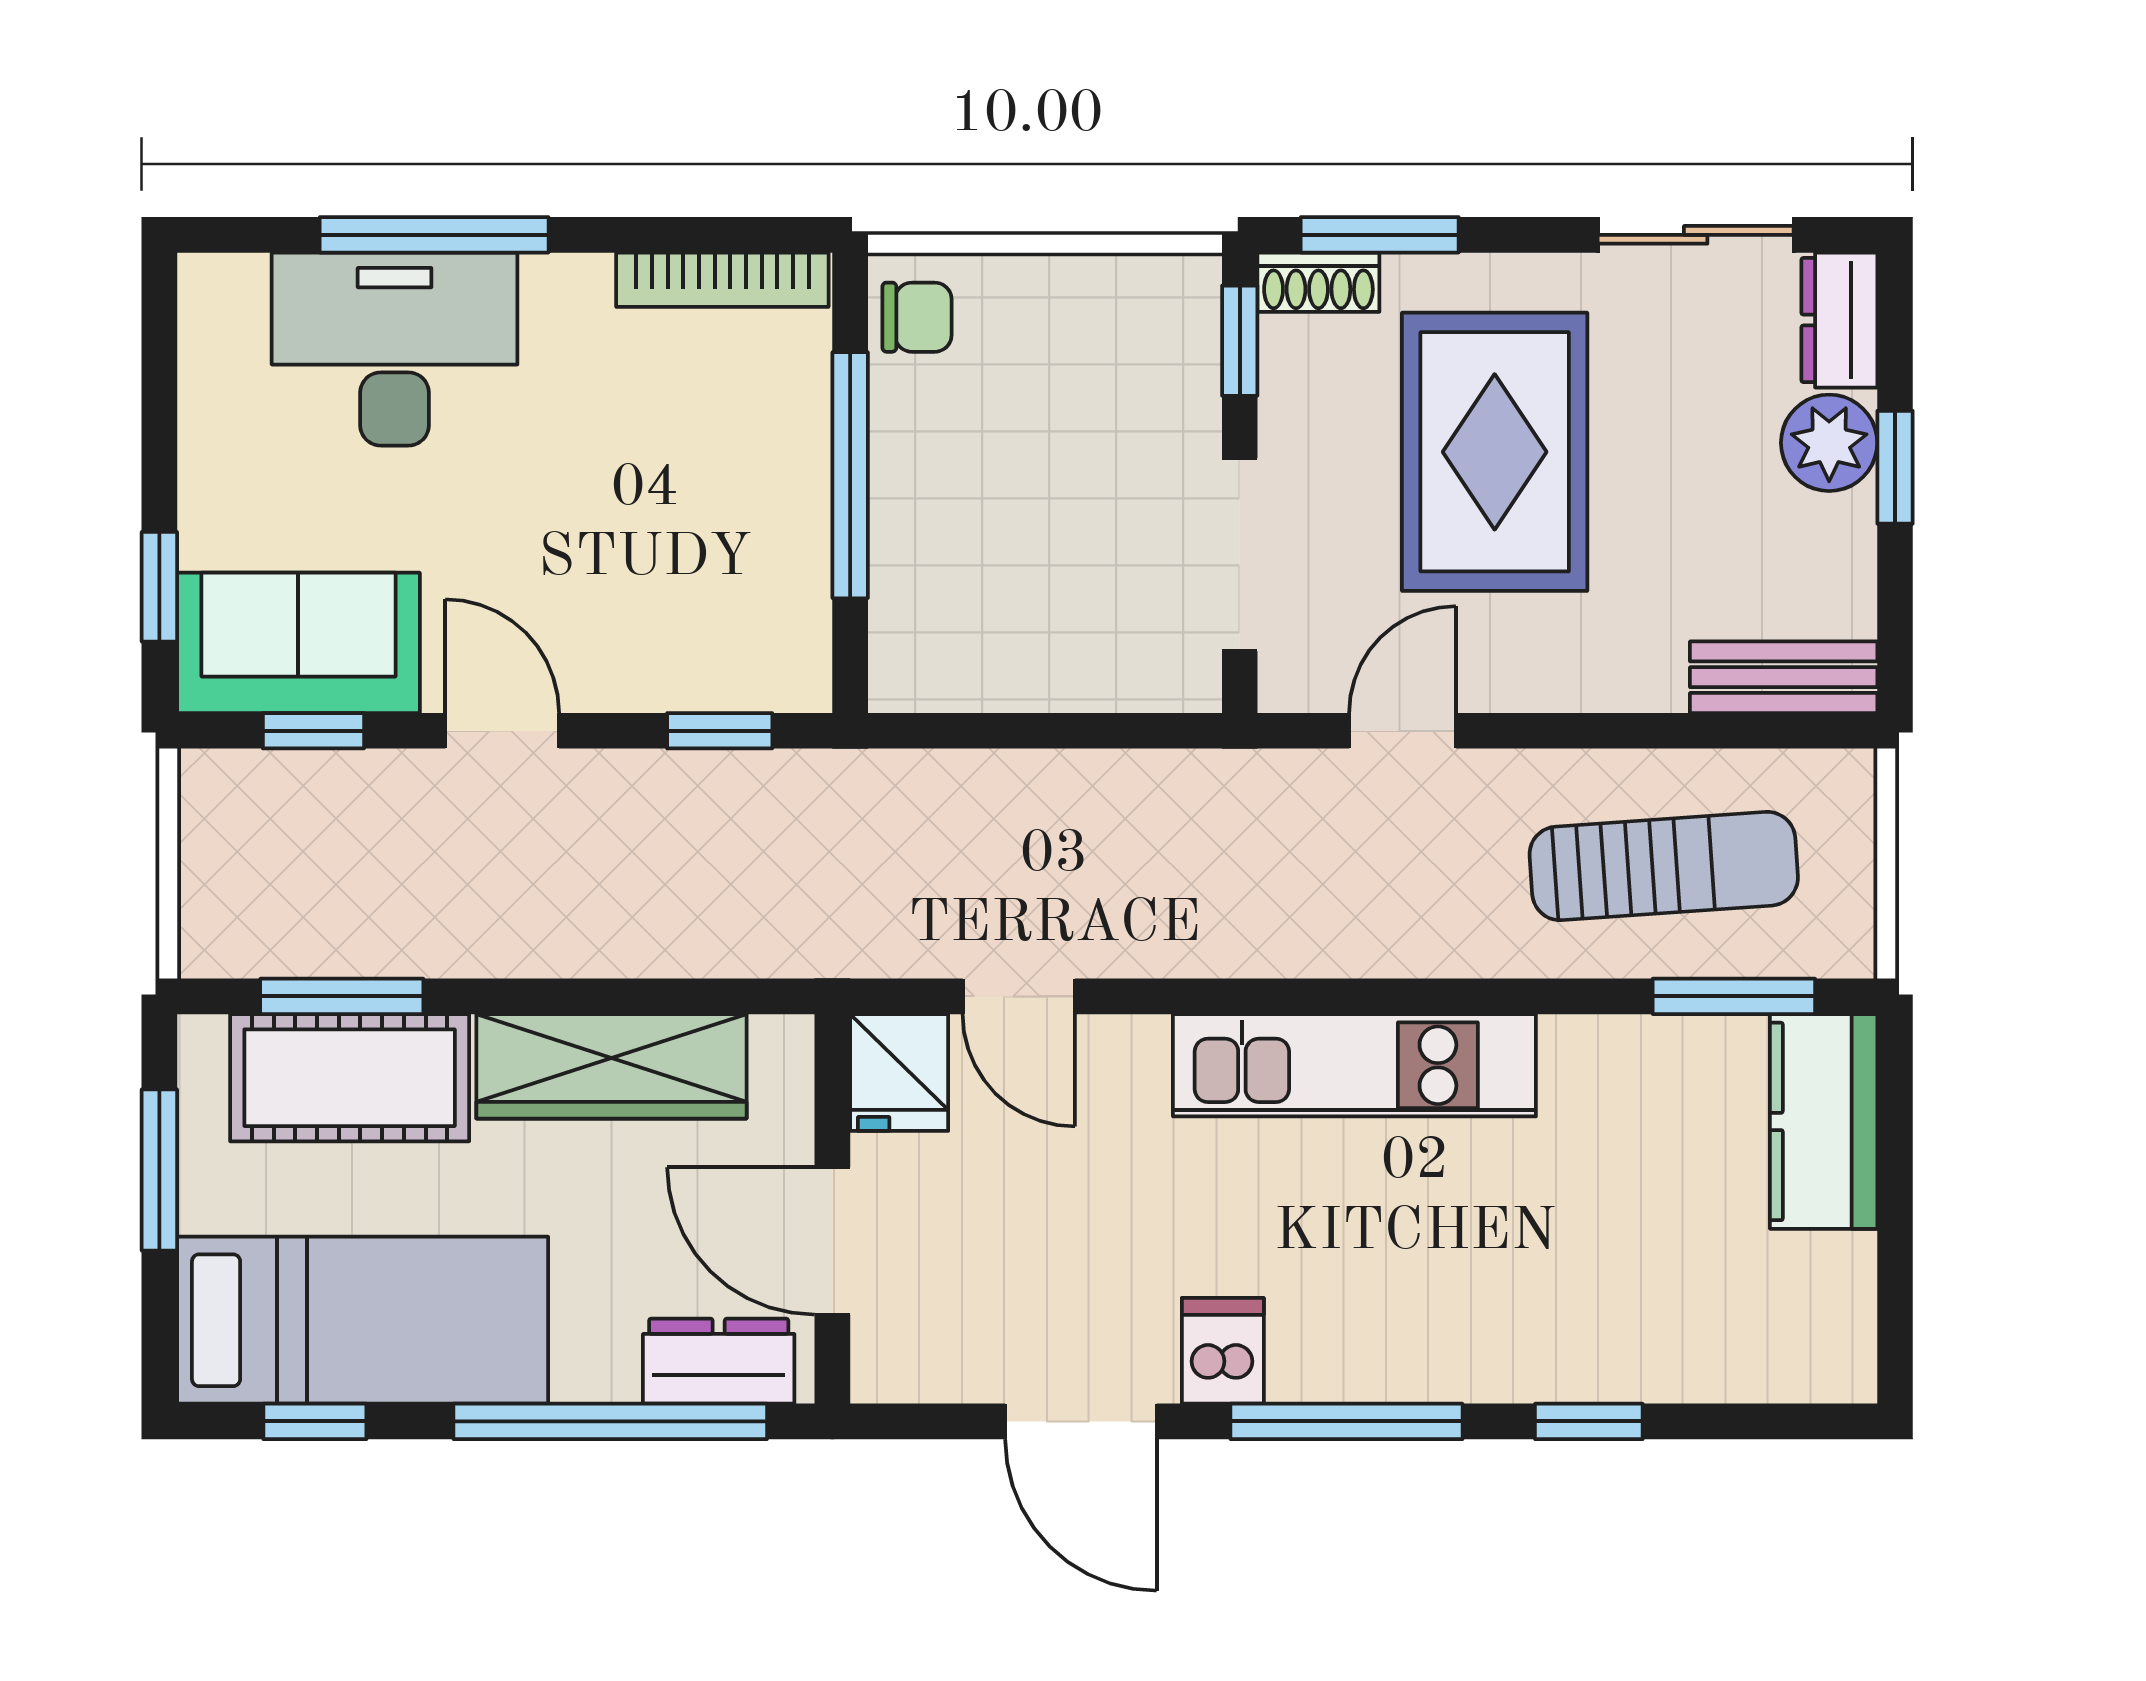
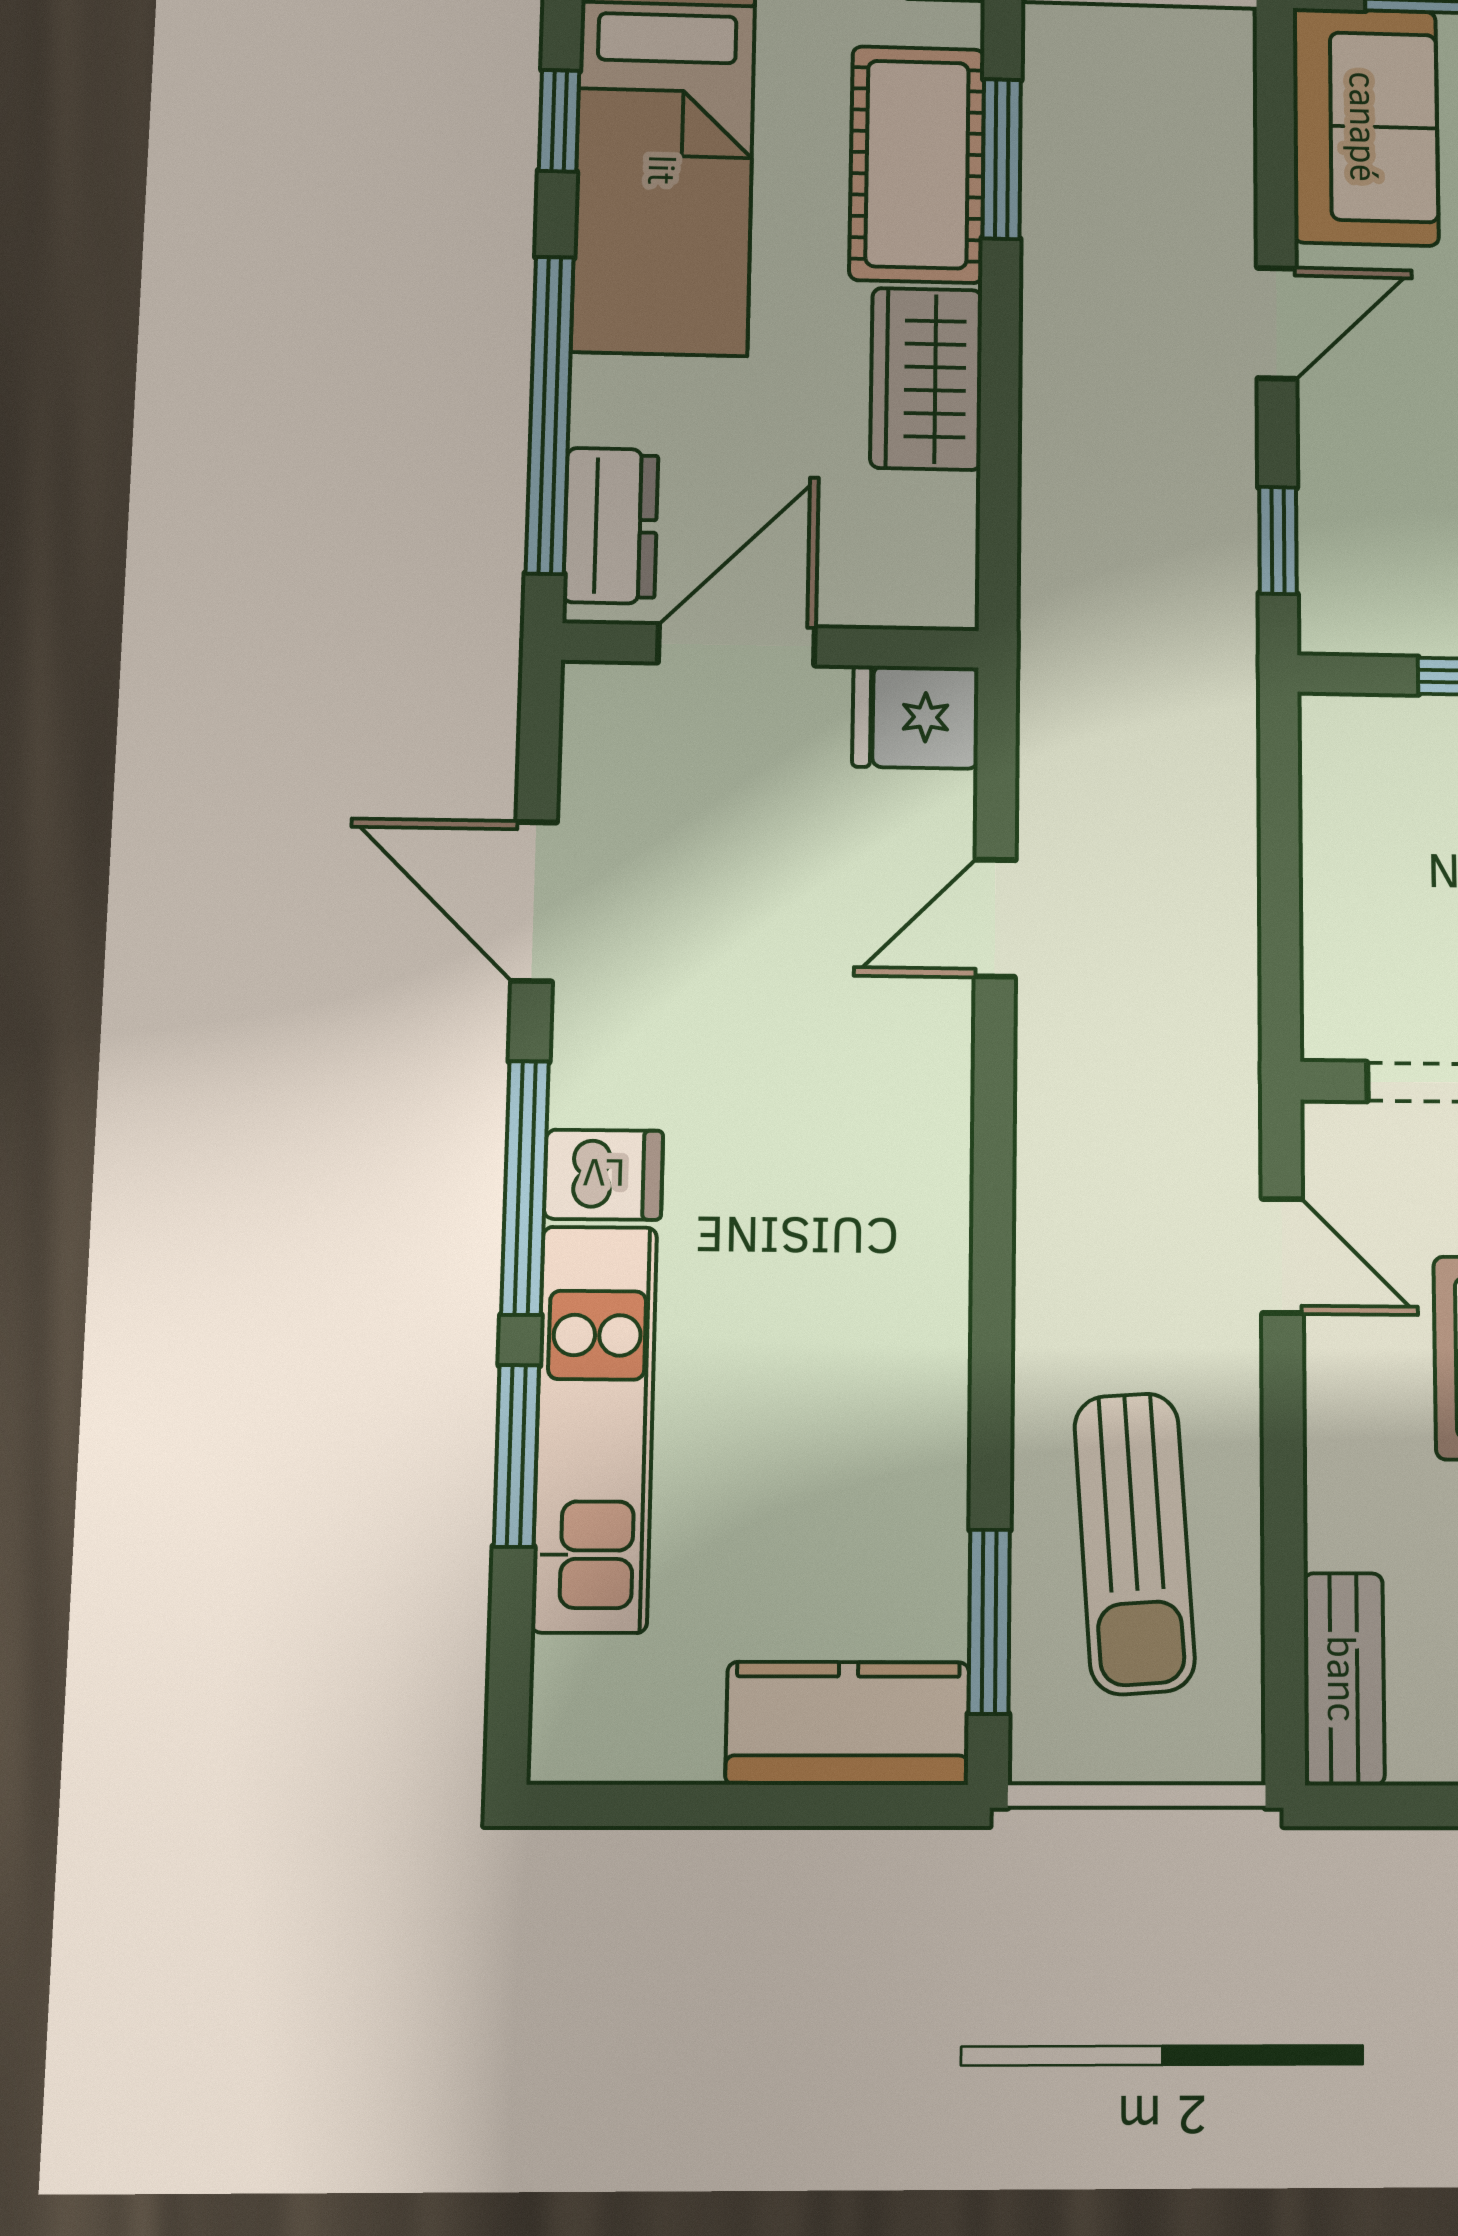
window: (313, 731) -> (1275, 139), removed
door: (1019, 996) -> (995, 918), moved
kitchen unit: (1354, 1065) -> (595, 1428), moved, turned 180
wardrobe: (611, 1066) -> (926, 379), width x0.67
dishwasher: (1223, 1351) -> (604, 1175), moved
door: (1081, 1421) -> (534, 901), hinge flipped
window: (1589, 1421) -> (516, 1456), width x1.50

